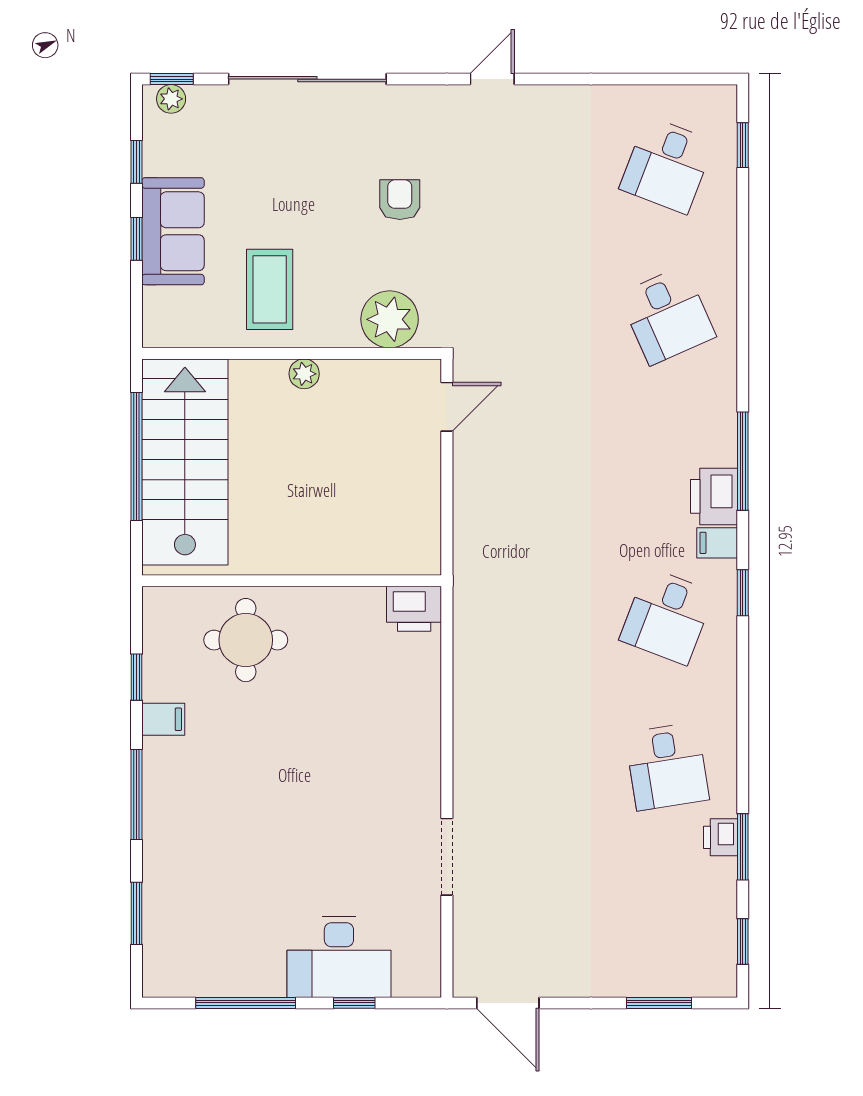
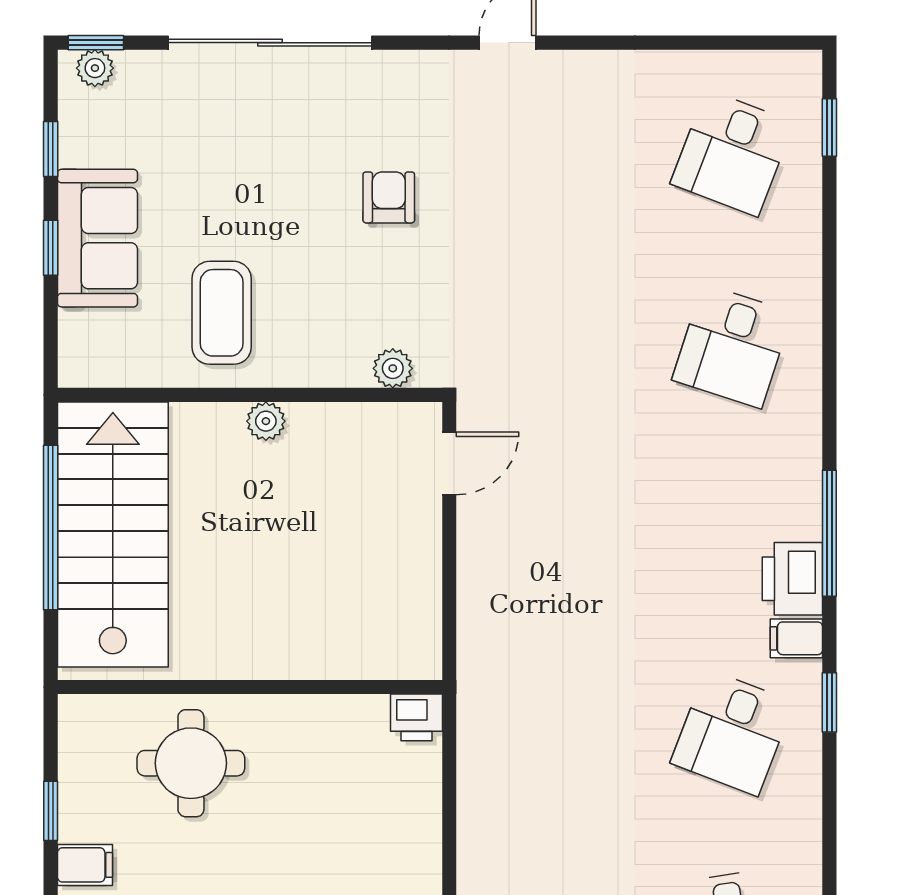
desk: (667, 315) -> (732, 346), turned 42
plant: (390, 319) -> (393, 368), width x0.53, depth x0.53
printer: (414, 609) -> (417, 717), width x0.73, depth x0.81

